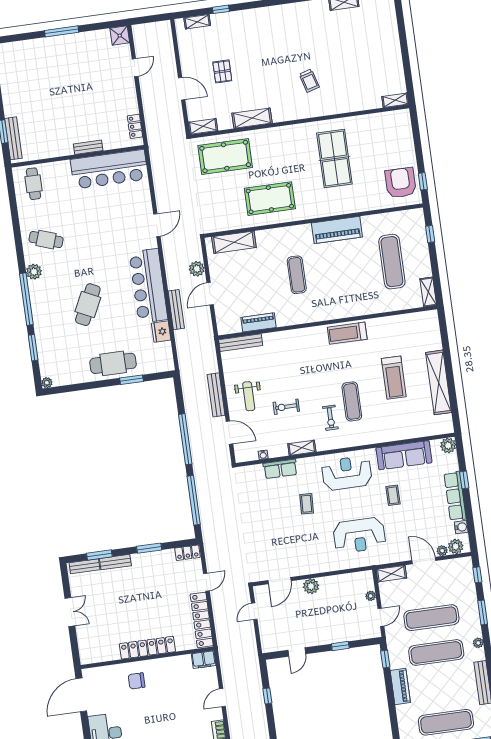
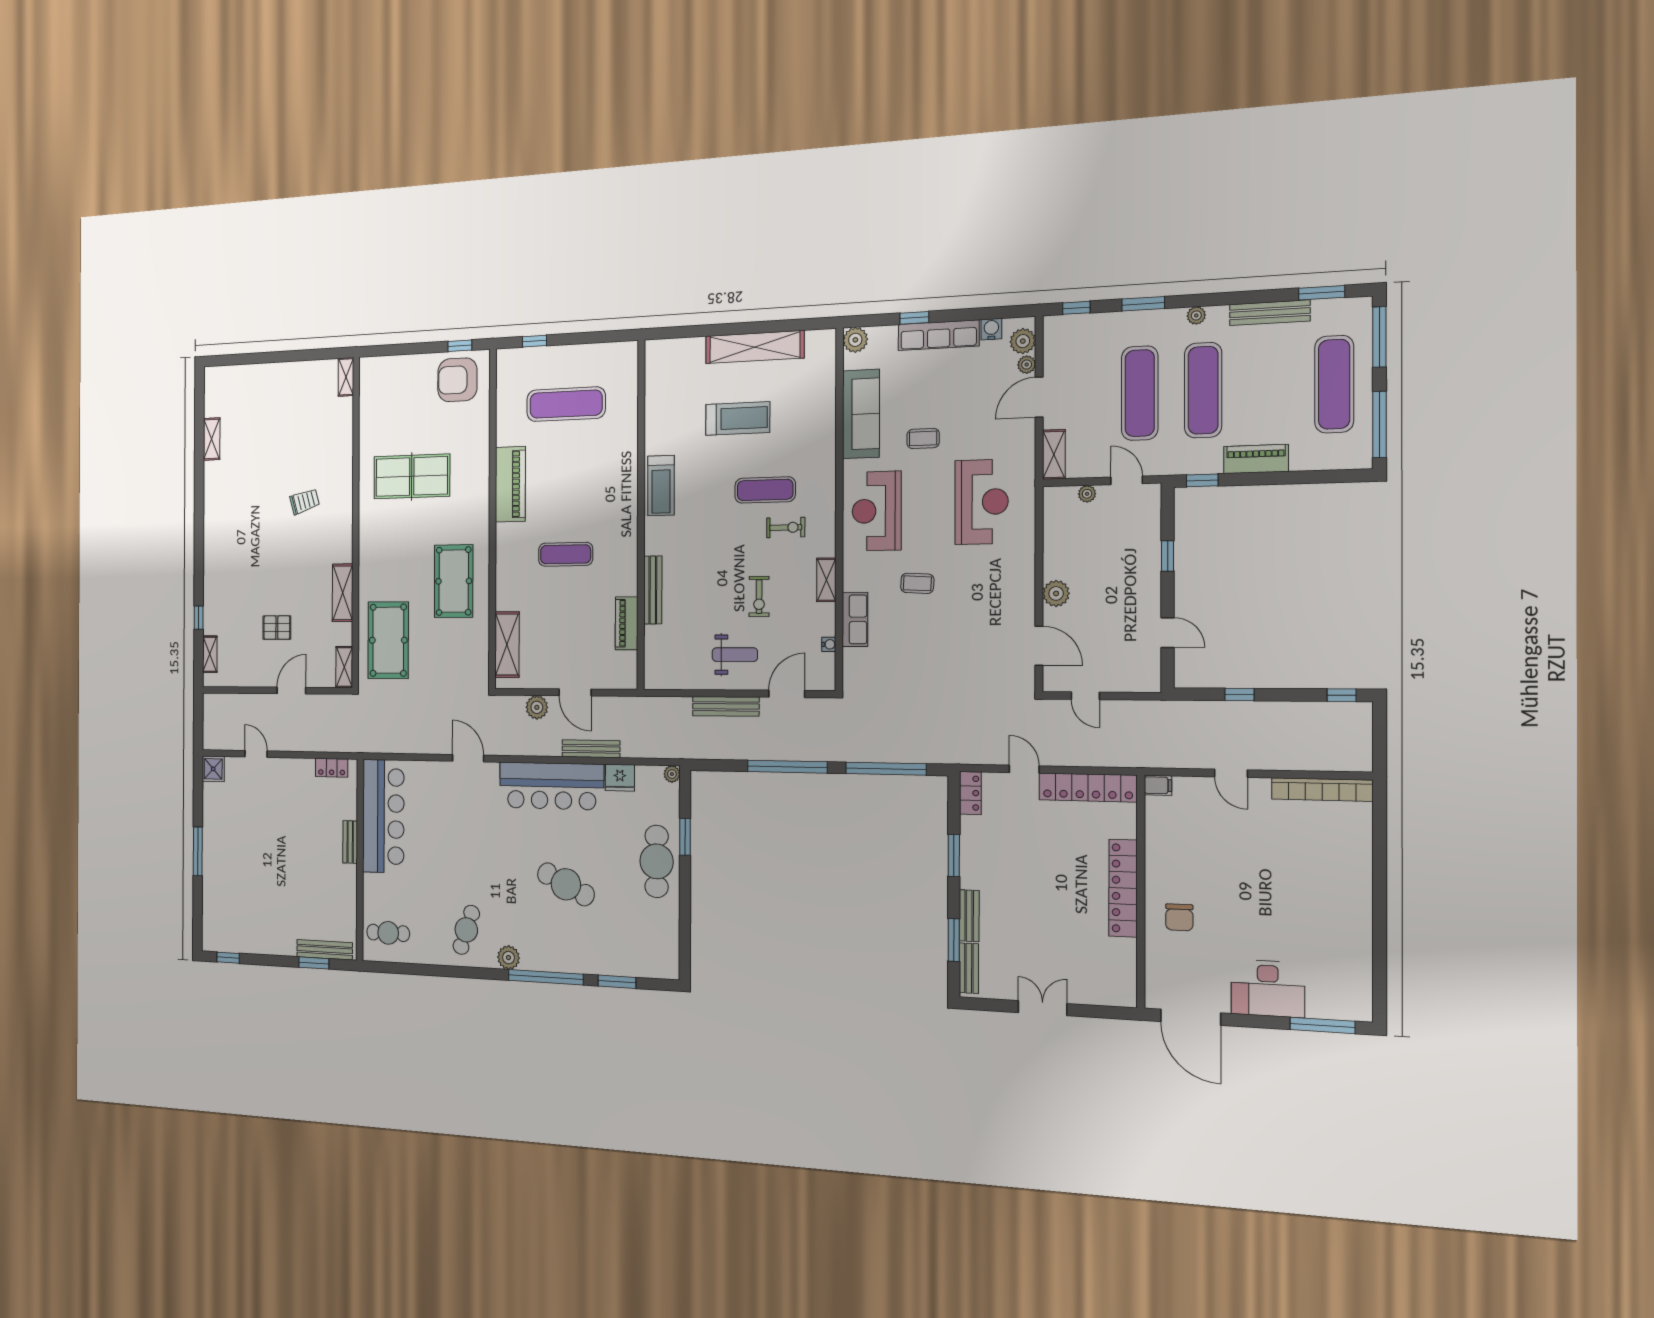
shelving: (428, 292) -> (617, 352), removed
bench: (241, 343) -> (653, 590), moved
plant: (47, 383) -> (672, 774), moved
filing cabinet: (204, 660) -> (1158, 785), width x0.50

